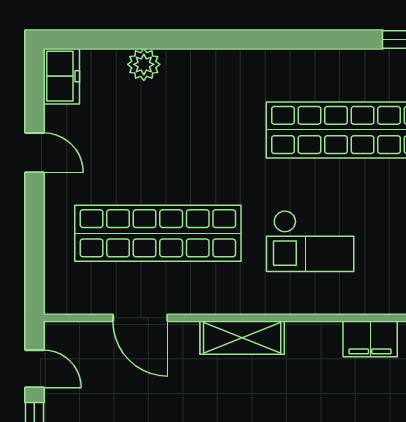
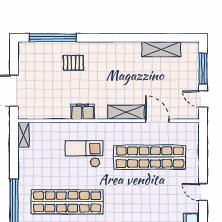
shelving: (242, 338) -> (126, 112), moved
filing cabinet: (370, 339) -> (83, 112), moved

